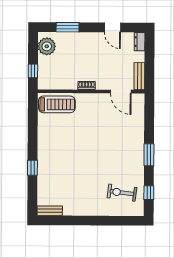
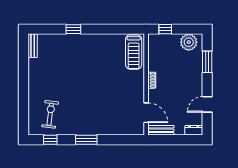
door: (121, 92) -> (146, 113), swing flipped

